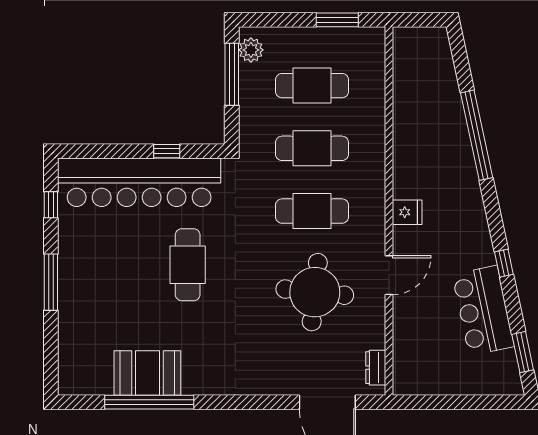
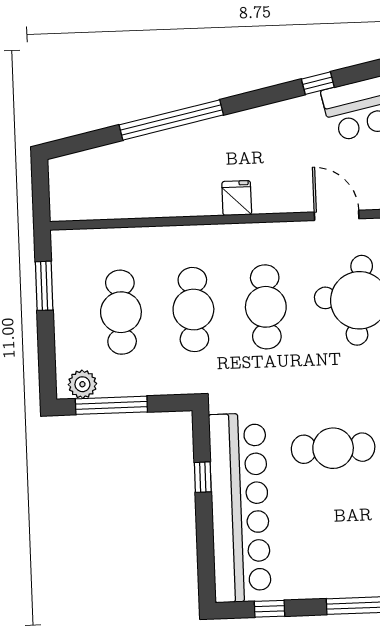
fridge: (407, 212) -> (237, 198), moved

